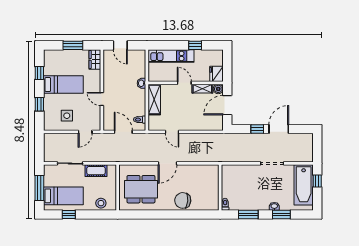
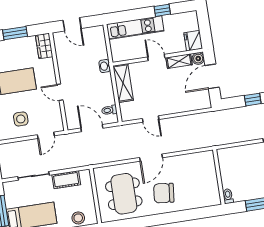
dining table: (141, 189) -> (124, 194), turned 90
chair: (183, 200) -> (164, 193), moved

